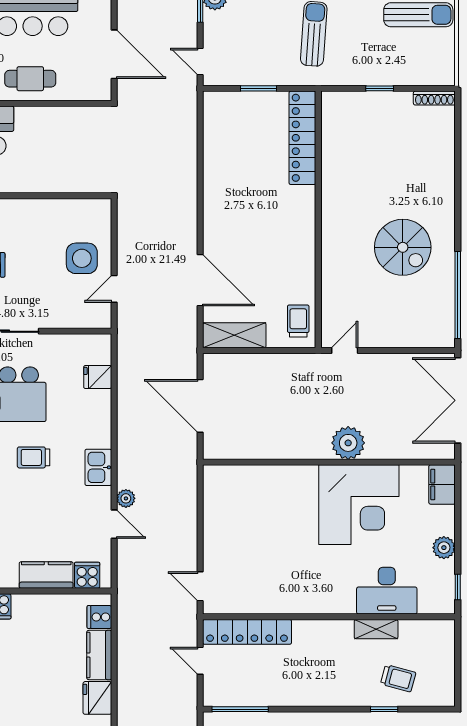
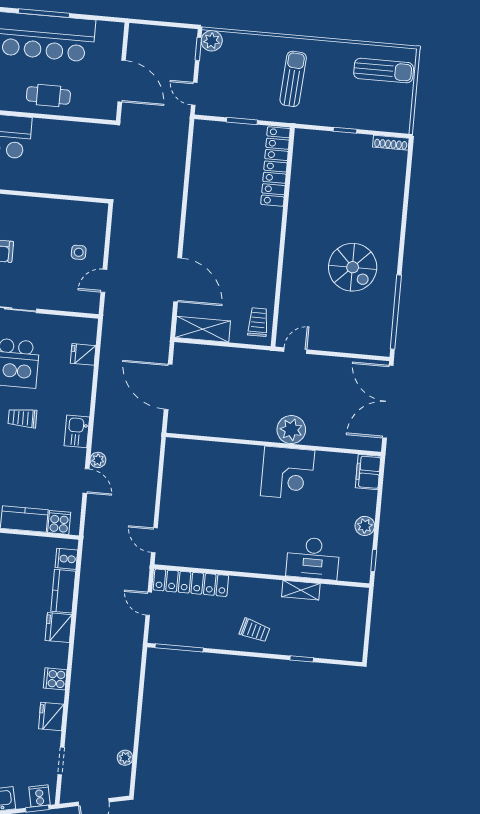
side table: (82, 258) -> (79, 252), width x0.54, depth x0.54
corner desk: (359, 505) -> (288, 473), width x0.74, depth x0.74
trolley: (398, 678) -> (255, 630), moved

